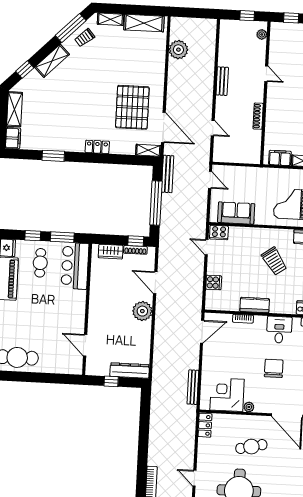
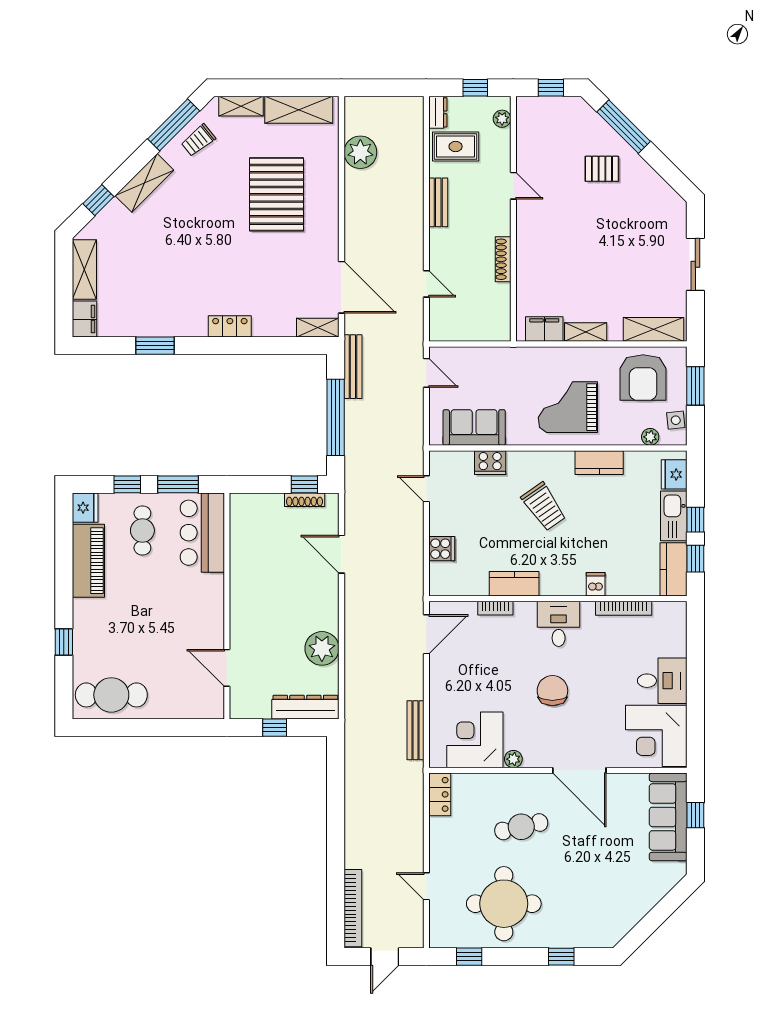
dresser: (225, 29) -> (438, 112), added
rug: (234, 49) -> (456, 146), added
pallet: (132, 107) -> (276, 194), moved
cooker: (219, 233) -> (490, 463), moved
wardrobe: (111, 252) -> (262, 505), removed
plant: (142, 311) -> (322, 648), moved

